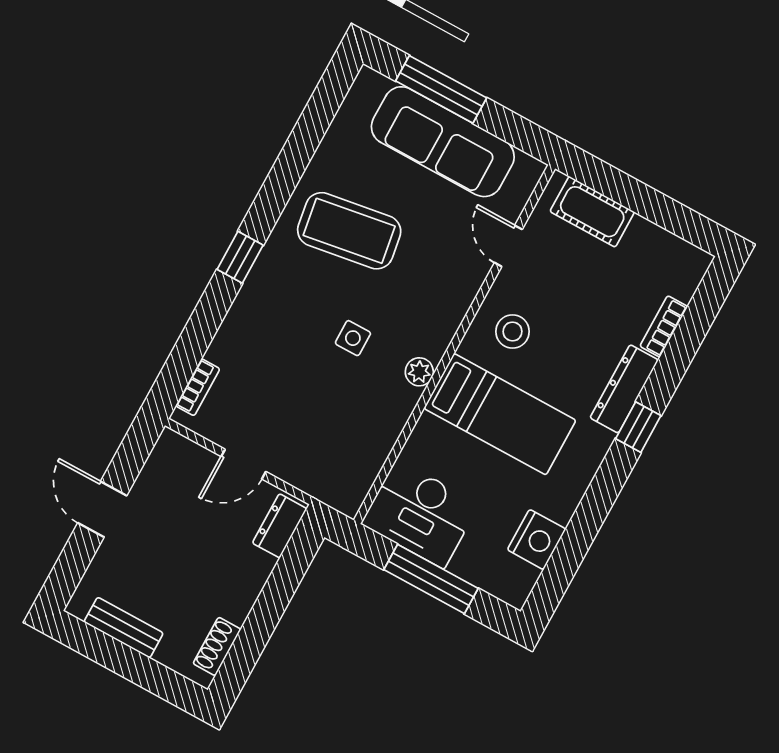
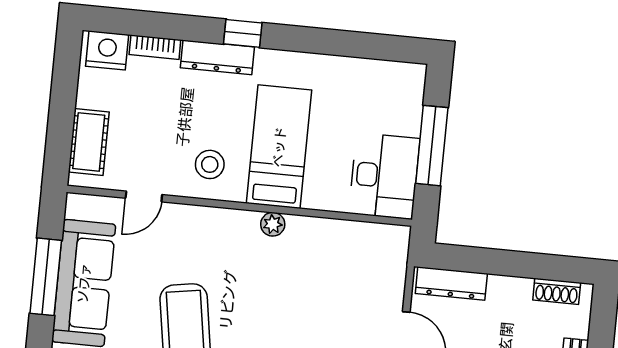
window: (441, 89) -> (46, 277), moved
side table: (353, 338) -> (268, 288), removed
dresser: (280, 526) -> (451, 284), width x1.44
nightstand: (537, 539) -> (107, 50), moved

